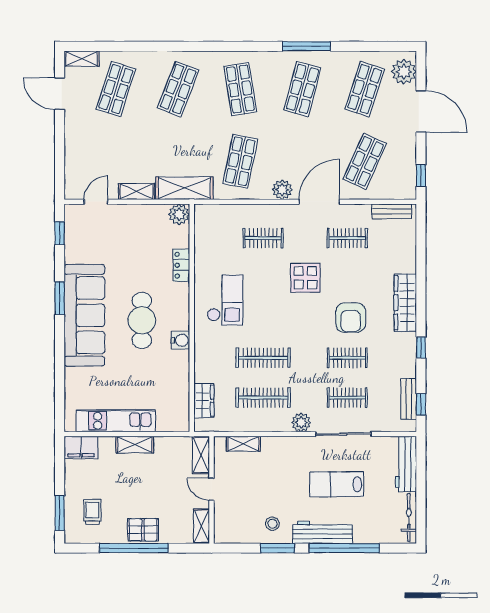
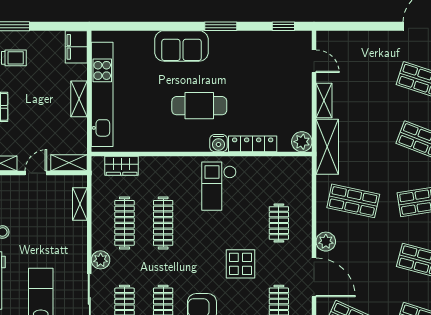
locker: (181, 265) -> (253, 144), width x1.53
checkout: (225, 300) -> (219, 186), turned 90
sofa: (84, 315) -> (182, 46), width x0.54, depth x0.79
water cooler: (180, 340) -> (218, 143), moved
kitchen unit: (116, 421) -> (102, 94), width x1.36

